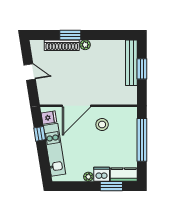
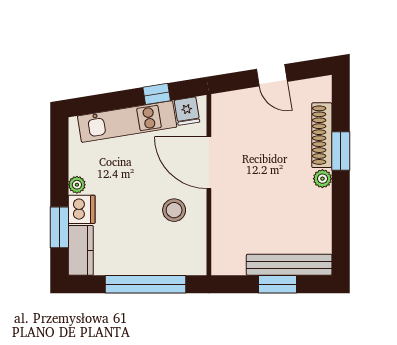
door: (30, 72) -> (272, 75), hinge flipped

